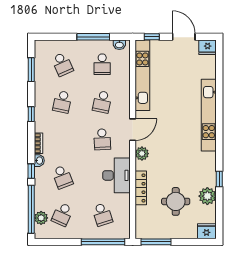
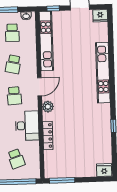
plant: (207, 196) -> (104, 141), removed
round table: (176, 201) -> (78, 146), removed

